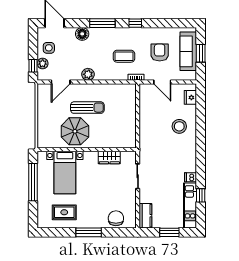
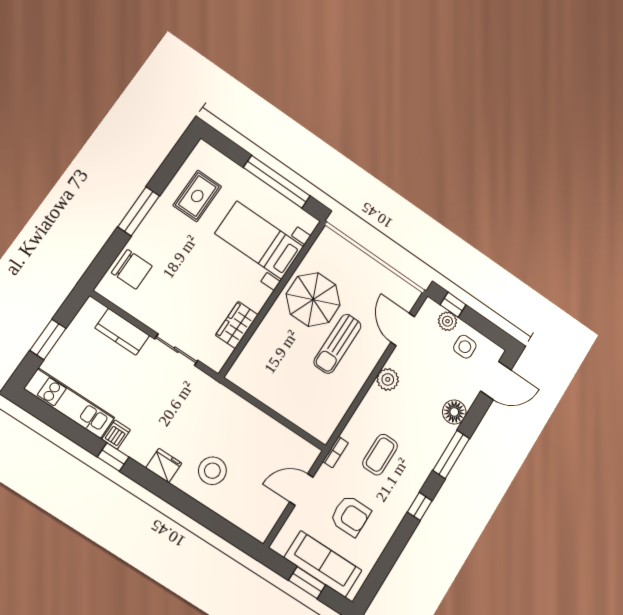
fridge: (190, 97) -> (164, 466), moved
window: (201, 195) -> (113, 457), moved
kitchen counter: (145, 216) -> (122, 332), moved

